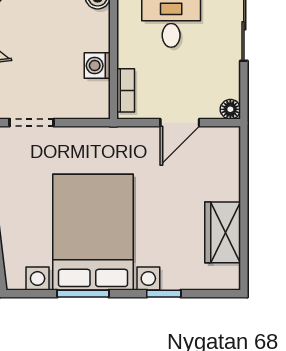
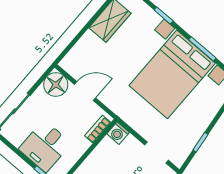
washing machine: (97, 66) -> (118, 133), moved, turned 90
floor lamp: (230, 109) -> (56, 85), width x1.89, depth x1.89

